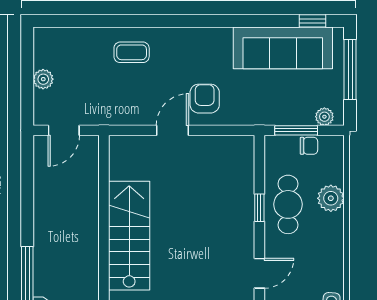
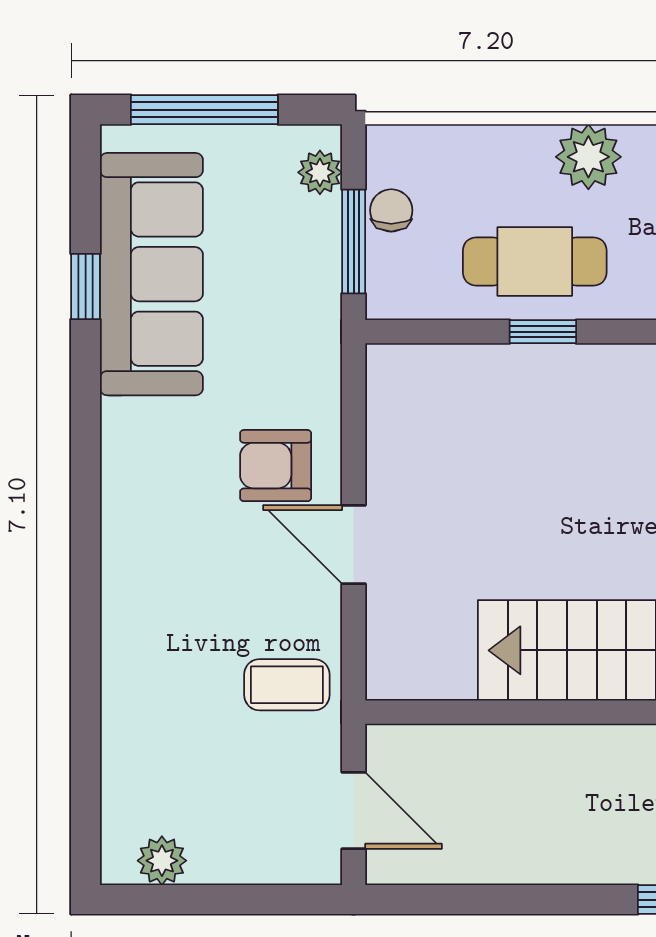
window: (313, 21) -> (86, 287), moved
coffee table: (132, 52) -> (287, 685), moved, turned 90
plant: (43, 79) -> (162, 861), moved
plant: (331, 198) -> (588, 157), moved

